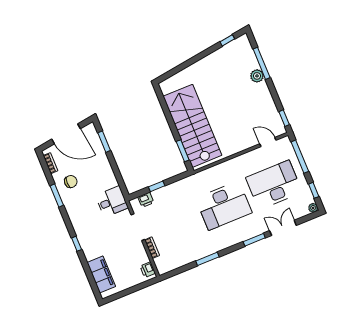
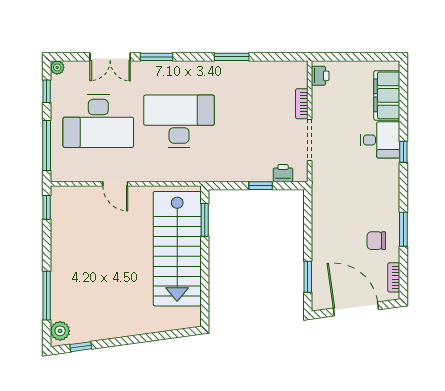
plant: (257, 76) -> (60, 331), moved
door: (268, 142) -> (115, 184), moved
desk: (112, 202) -> (380, 140), moved, turned 180

